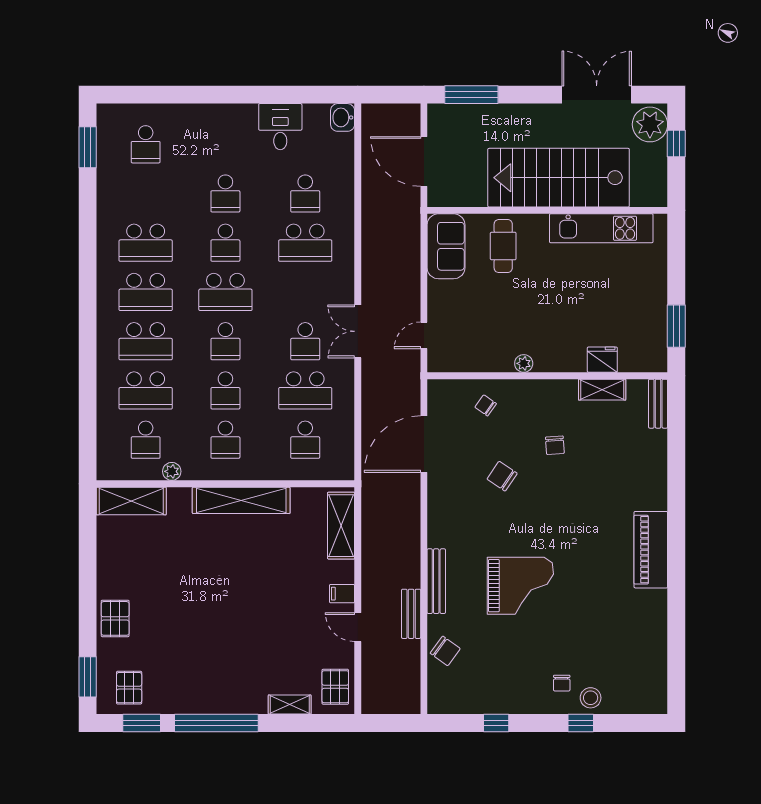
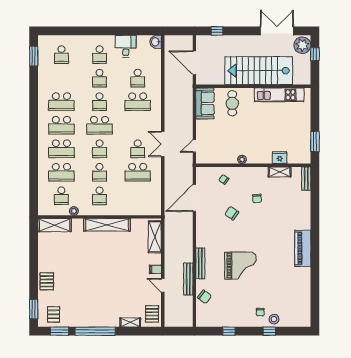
window: (471, 95) -> (217, 31), width x0.46
school desk: (305, 440) -> (100, 55), moved
bench: (411, 614) -> (188, 279), width x1.36

